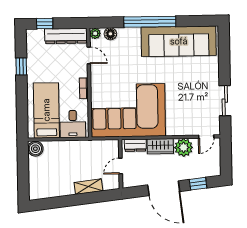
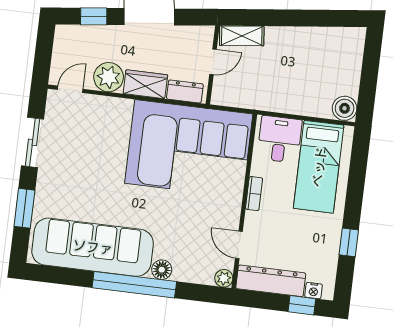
nightstand: (39, 34) -> (314, 291), added
floor lamp: (110, 34) -> (162, 270), moved
window: (224, 59) -> (24, 208), added
shelving: (88, 187) -> (242, 36), moved

